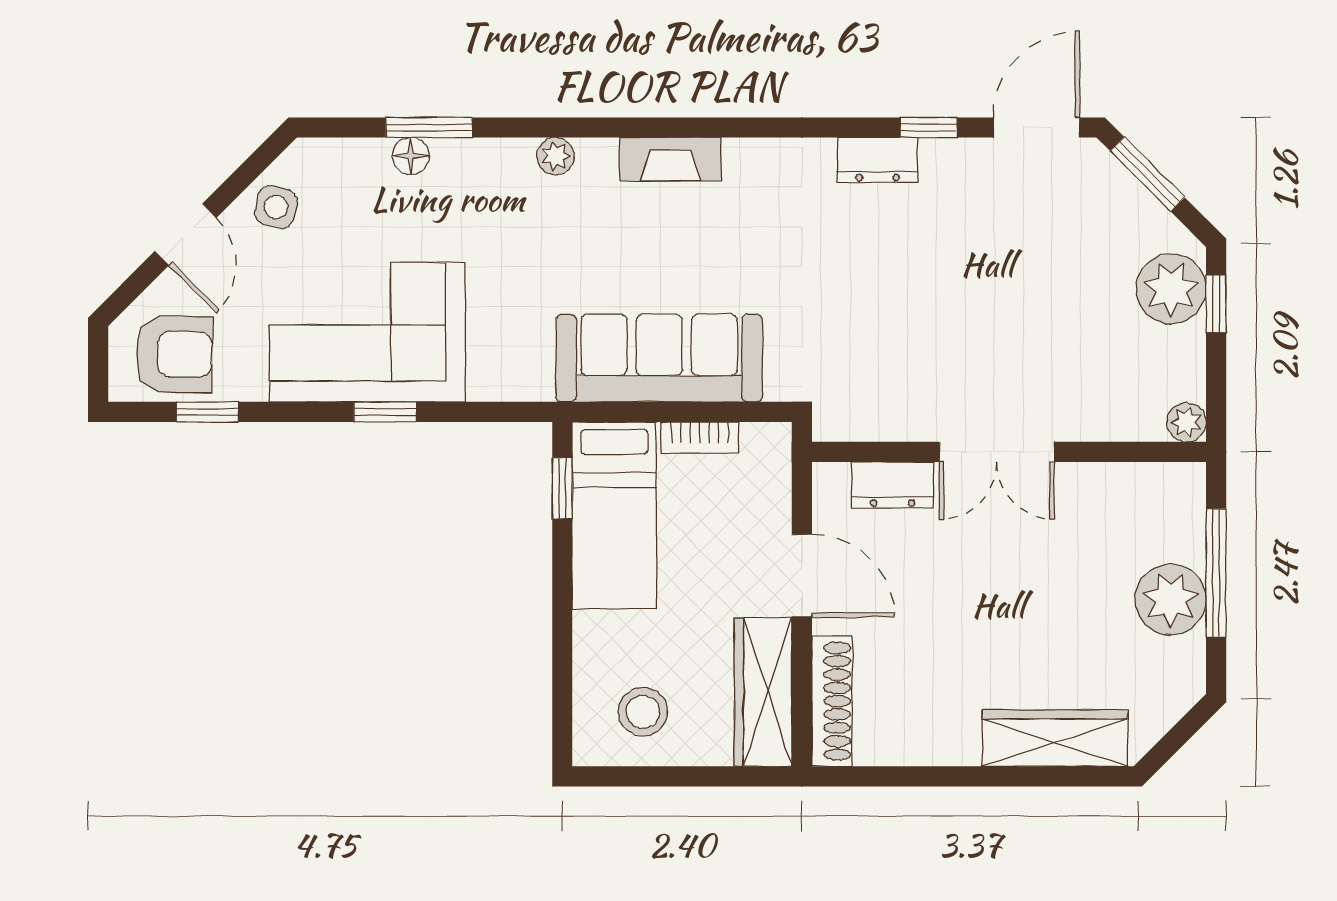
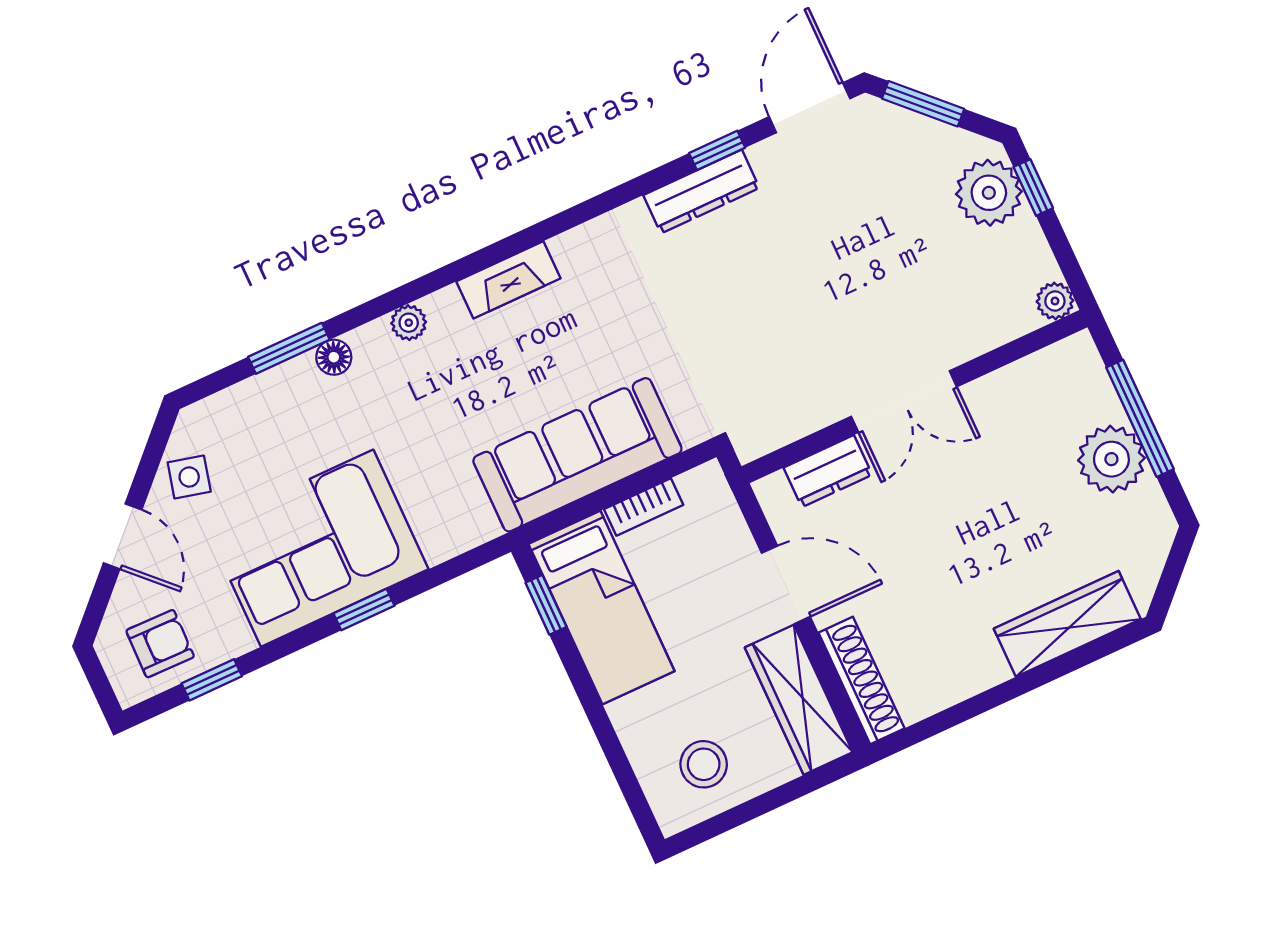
floor lamp: (411, 156) -> (334, 357), moved
dresser: (878, 160) -> (701, 192), width x1.44
armchair: (174, 354) -> (160, 644), width x0.72, depth x0.72

